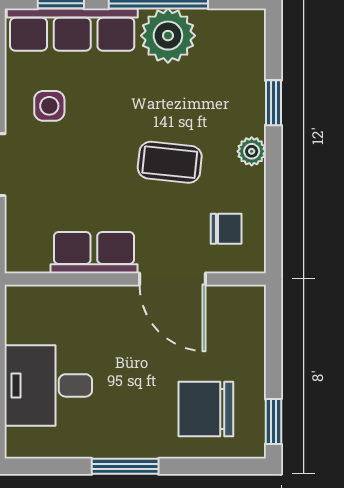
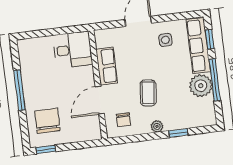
desk: (48, 385) -> (73, 50), moved, turned 90
window: (125, 466) -> (19, 90), width x1.44

